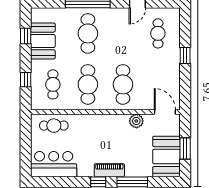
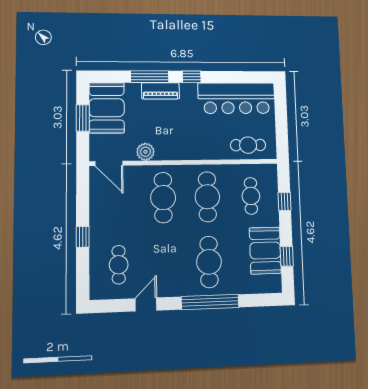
bar counter: (54, 164) -> (237, 98), width x1.36
piano: (109, 170) -> (160, 91), moved

